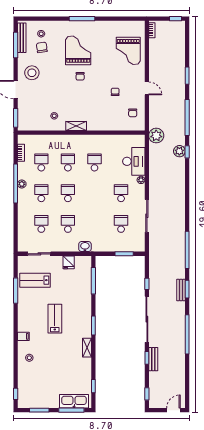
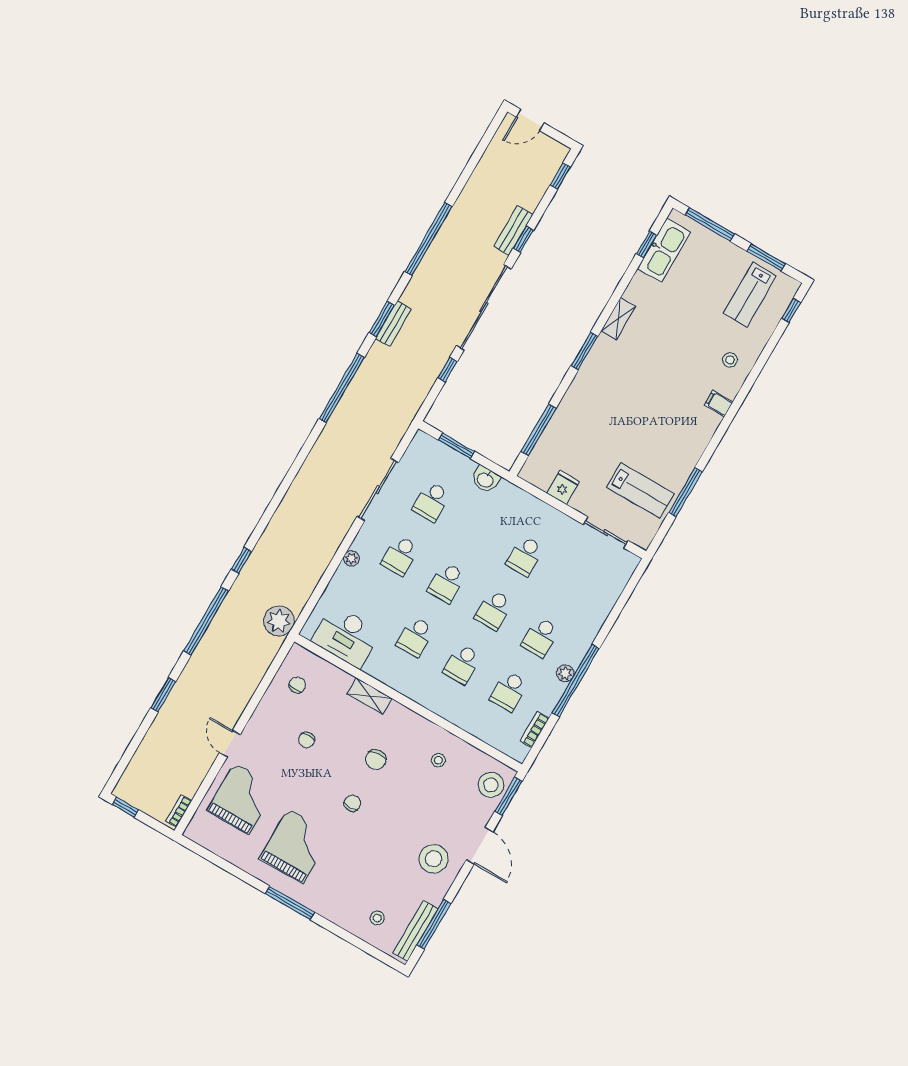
chair: (42, 47) -> (376, 760), moved
grand piano: (78, 50) -> (295, 846), moved, turned 180
door: (147, 88) -> (230, 744), moved
stool: (26, 118) -> (491, 785), added
shelving: (76, 126) -> (369, 696), moved
plant: (179, 151) -> (254, 570), removed
desk: (134, 161) -> (346, 636), moved, turned -90
school desk: (41, 224) -> (447, 583), moved
washbasin: (85, 247) -> (485, 480), moved
lab bench: (55, 319) -> (750, 295), moved
kitchen sink: (74, 401) -> (664, 250), moved, turned -90

